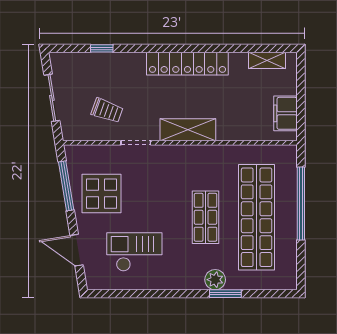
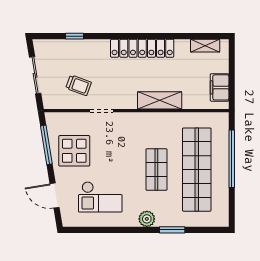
shelving: (188, 130) -> (160, 100), moved
checkout: (134, 252) -> (100, 197), turned 180
plant: (215, 280) -> (147, 219), moved

